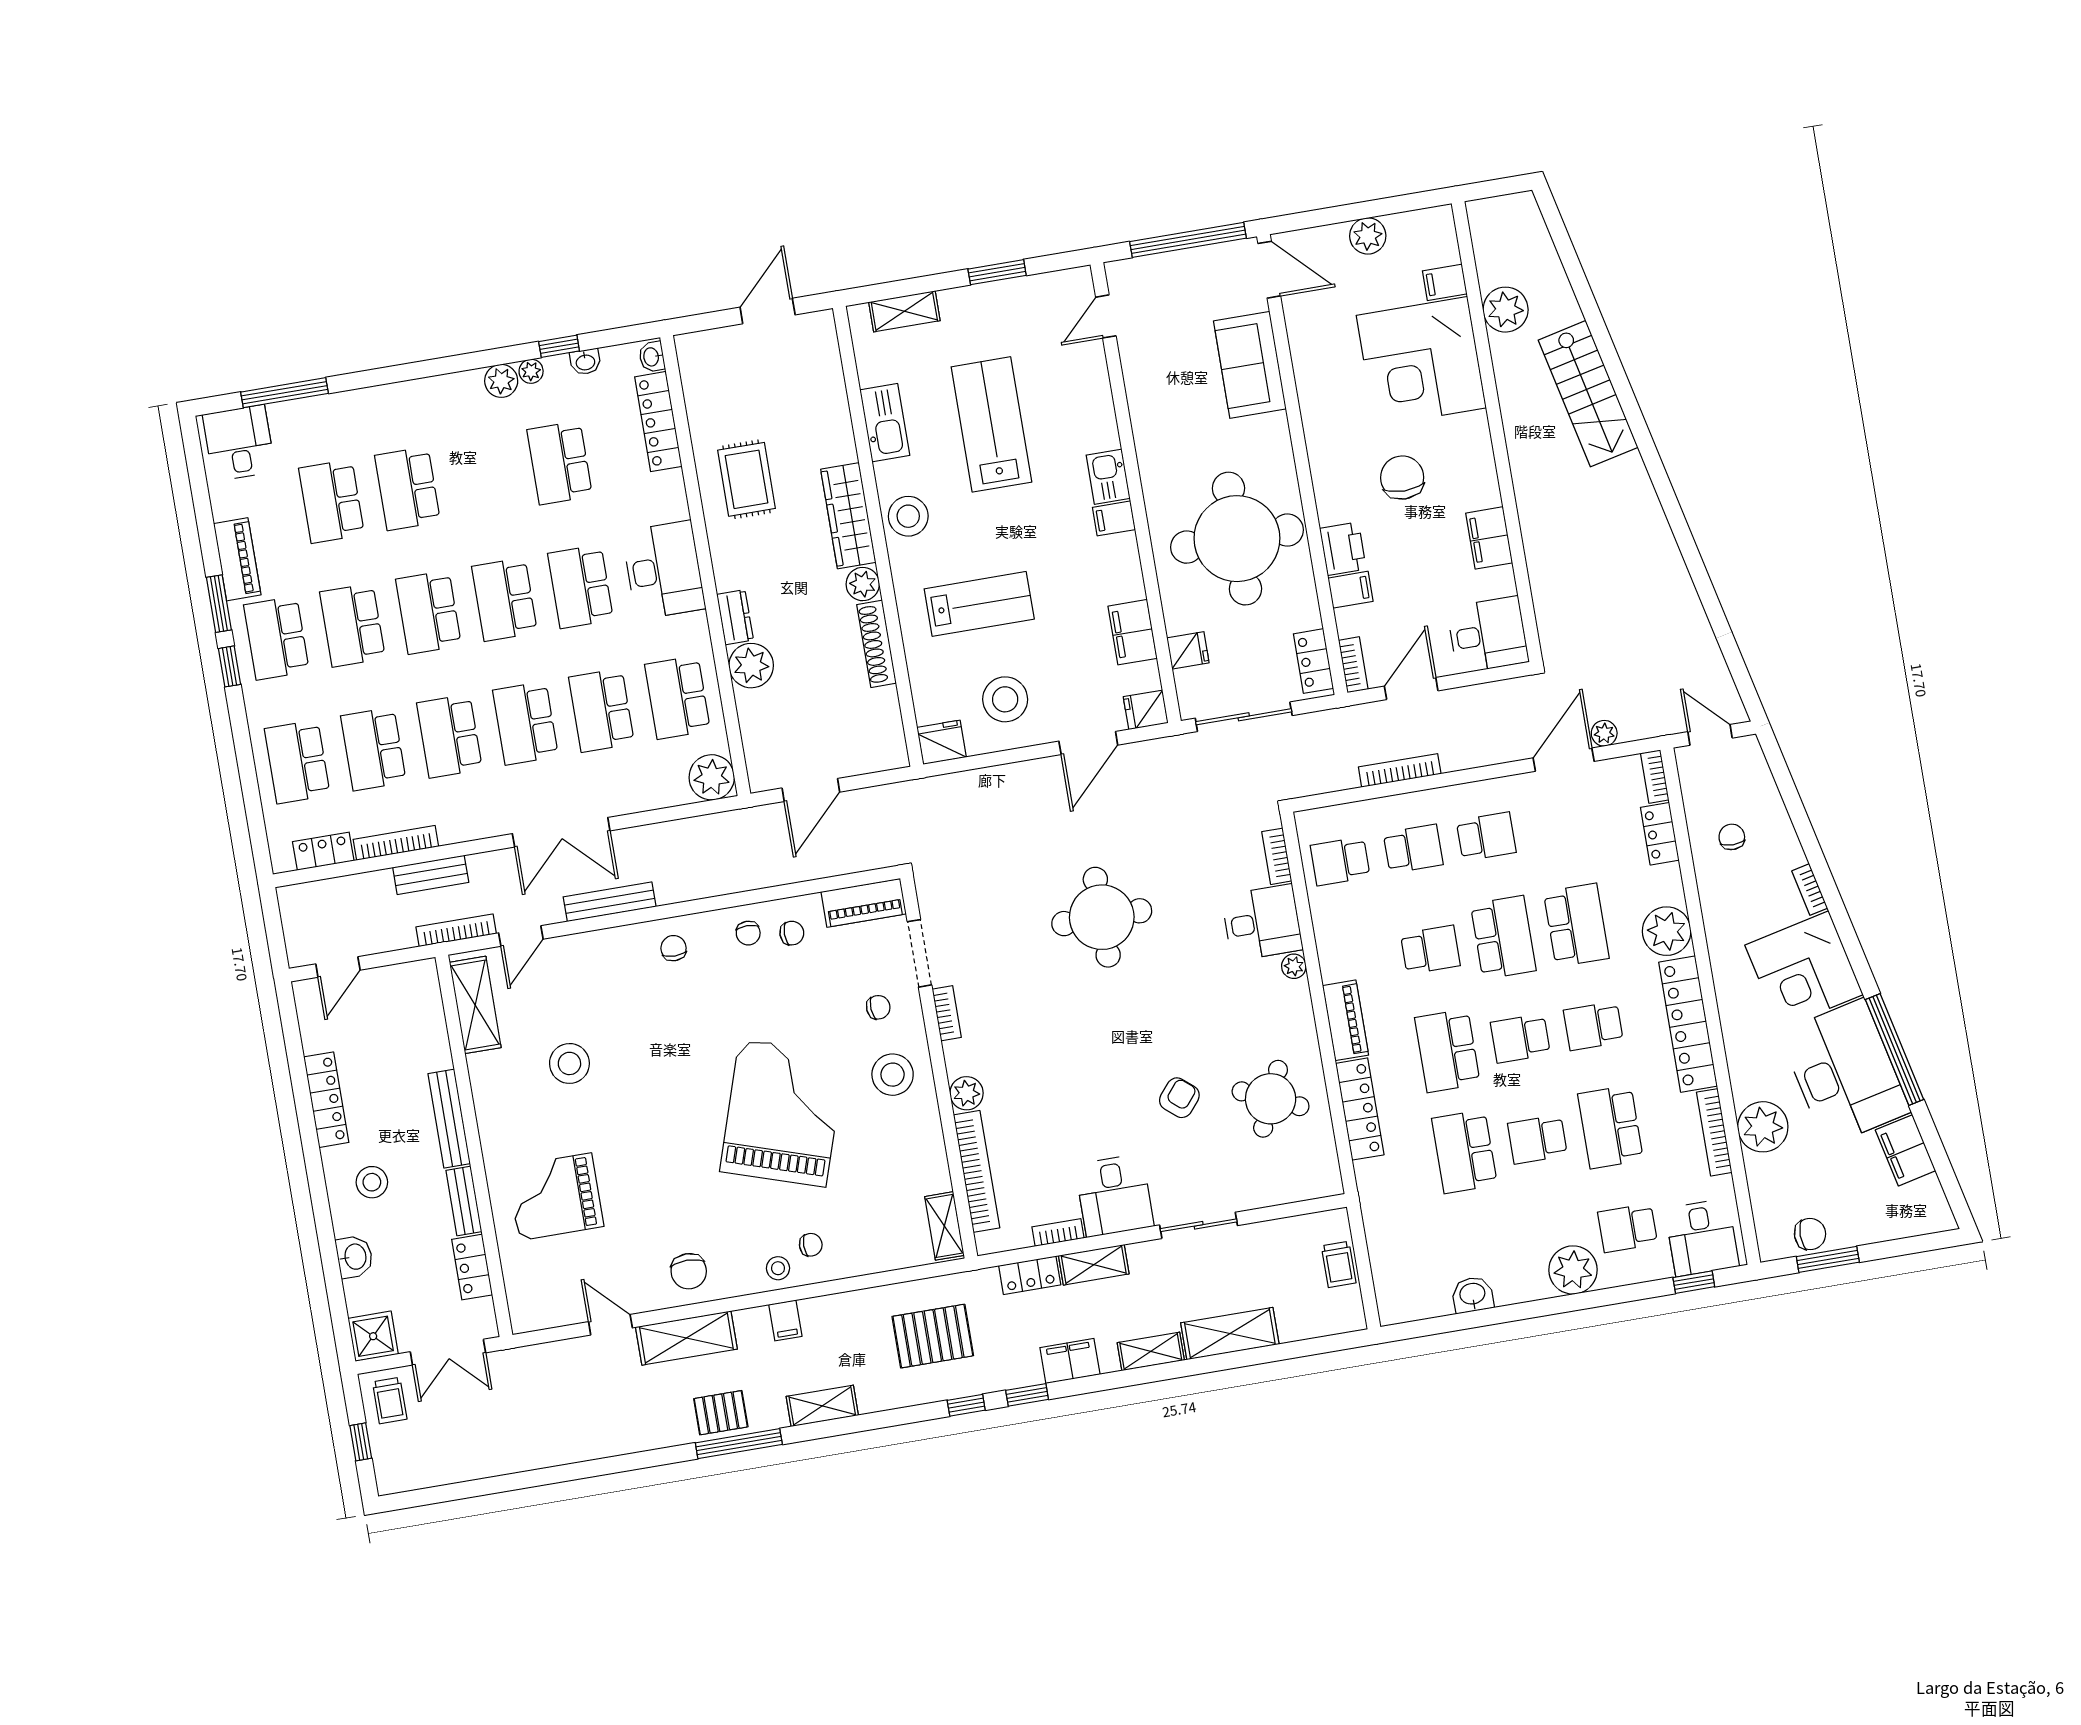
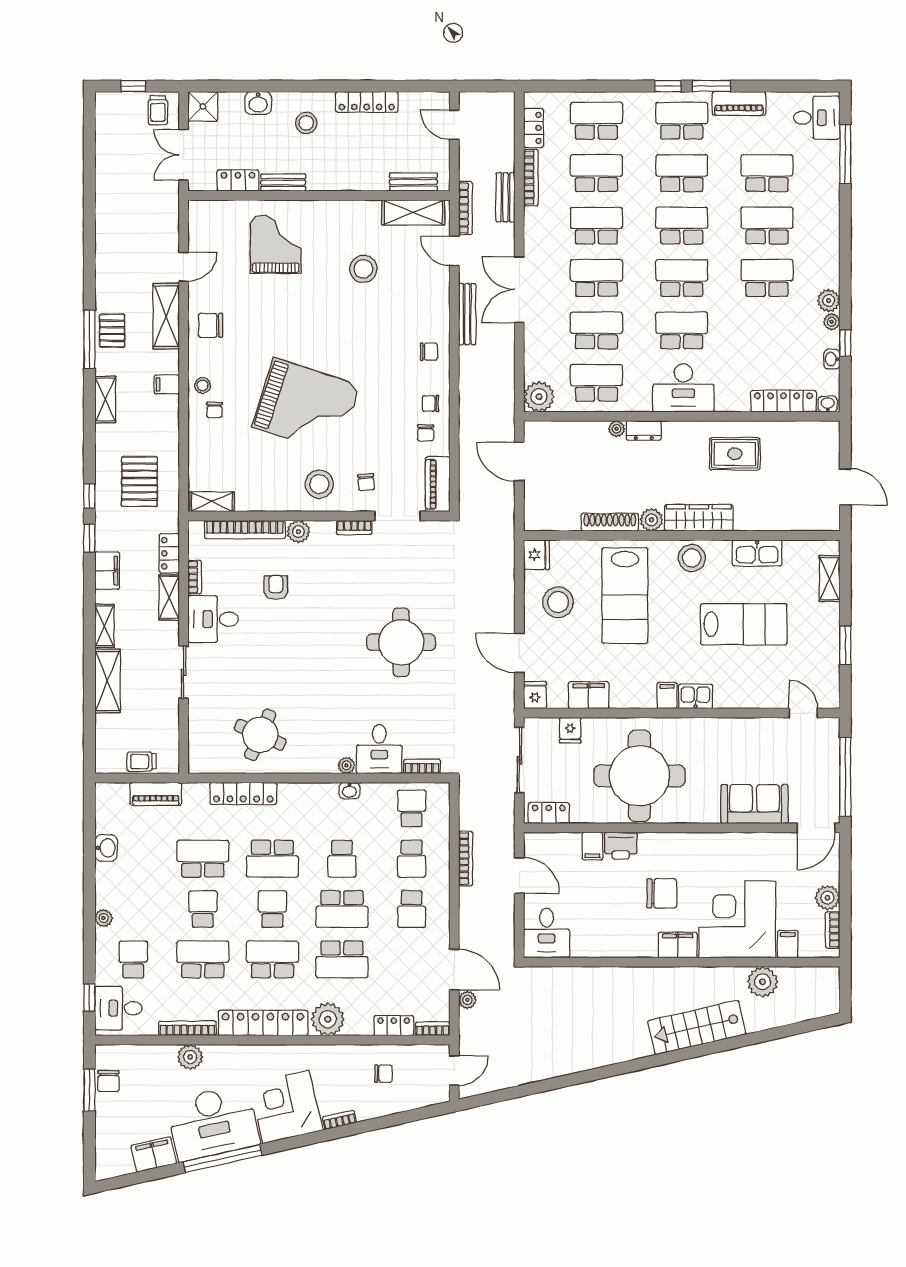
school desk: (560, 463) -> (767, 278), moved
filing cabinet: (1489, 538) -> (678, 945), moved
lab bench: (979, 604) -> (625, 596), width x1.36, depth x1.39
bookcase: (1353, 665) -> (833, 930), moved, turned 90
plant: (751, 666) -> (617, 429), width x0.53, depth x0.53
washbasin: (1330, 956) -> (349, 791), added
piano: (1346, 1020) -> (156, 794), moved
school desk: (1593, 1026) -> (272, 959), width x1.85
school desk: (1447, 1051) -> (272, 859), turned 180
armchair: (1179, 1098) -> (276, 587), moved, turned -130
bench: (449, 1119) -> (414, 182), moved, width x0.73
plant: (1763, 1127) -> (190, 1057), width x0.73, depth x0.73
plant: (1573, 1270) -> (104, 918), width x0.53, depth x0.53
trolley: (390, 1401) -> (158, 110), turned -90

